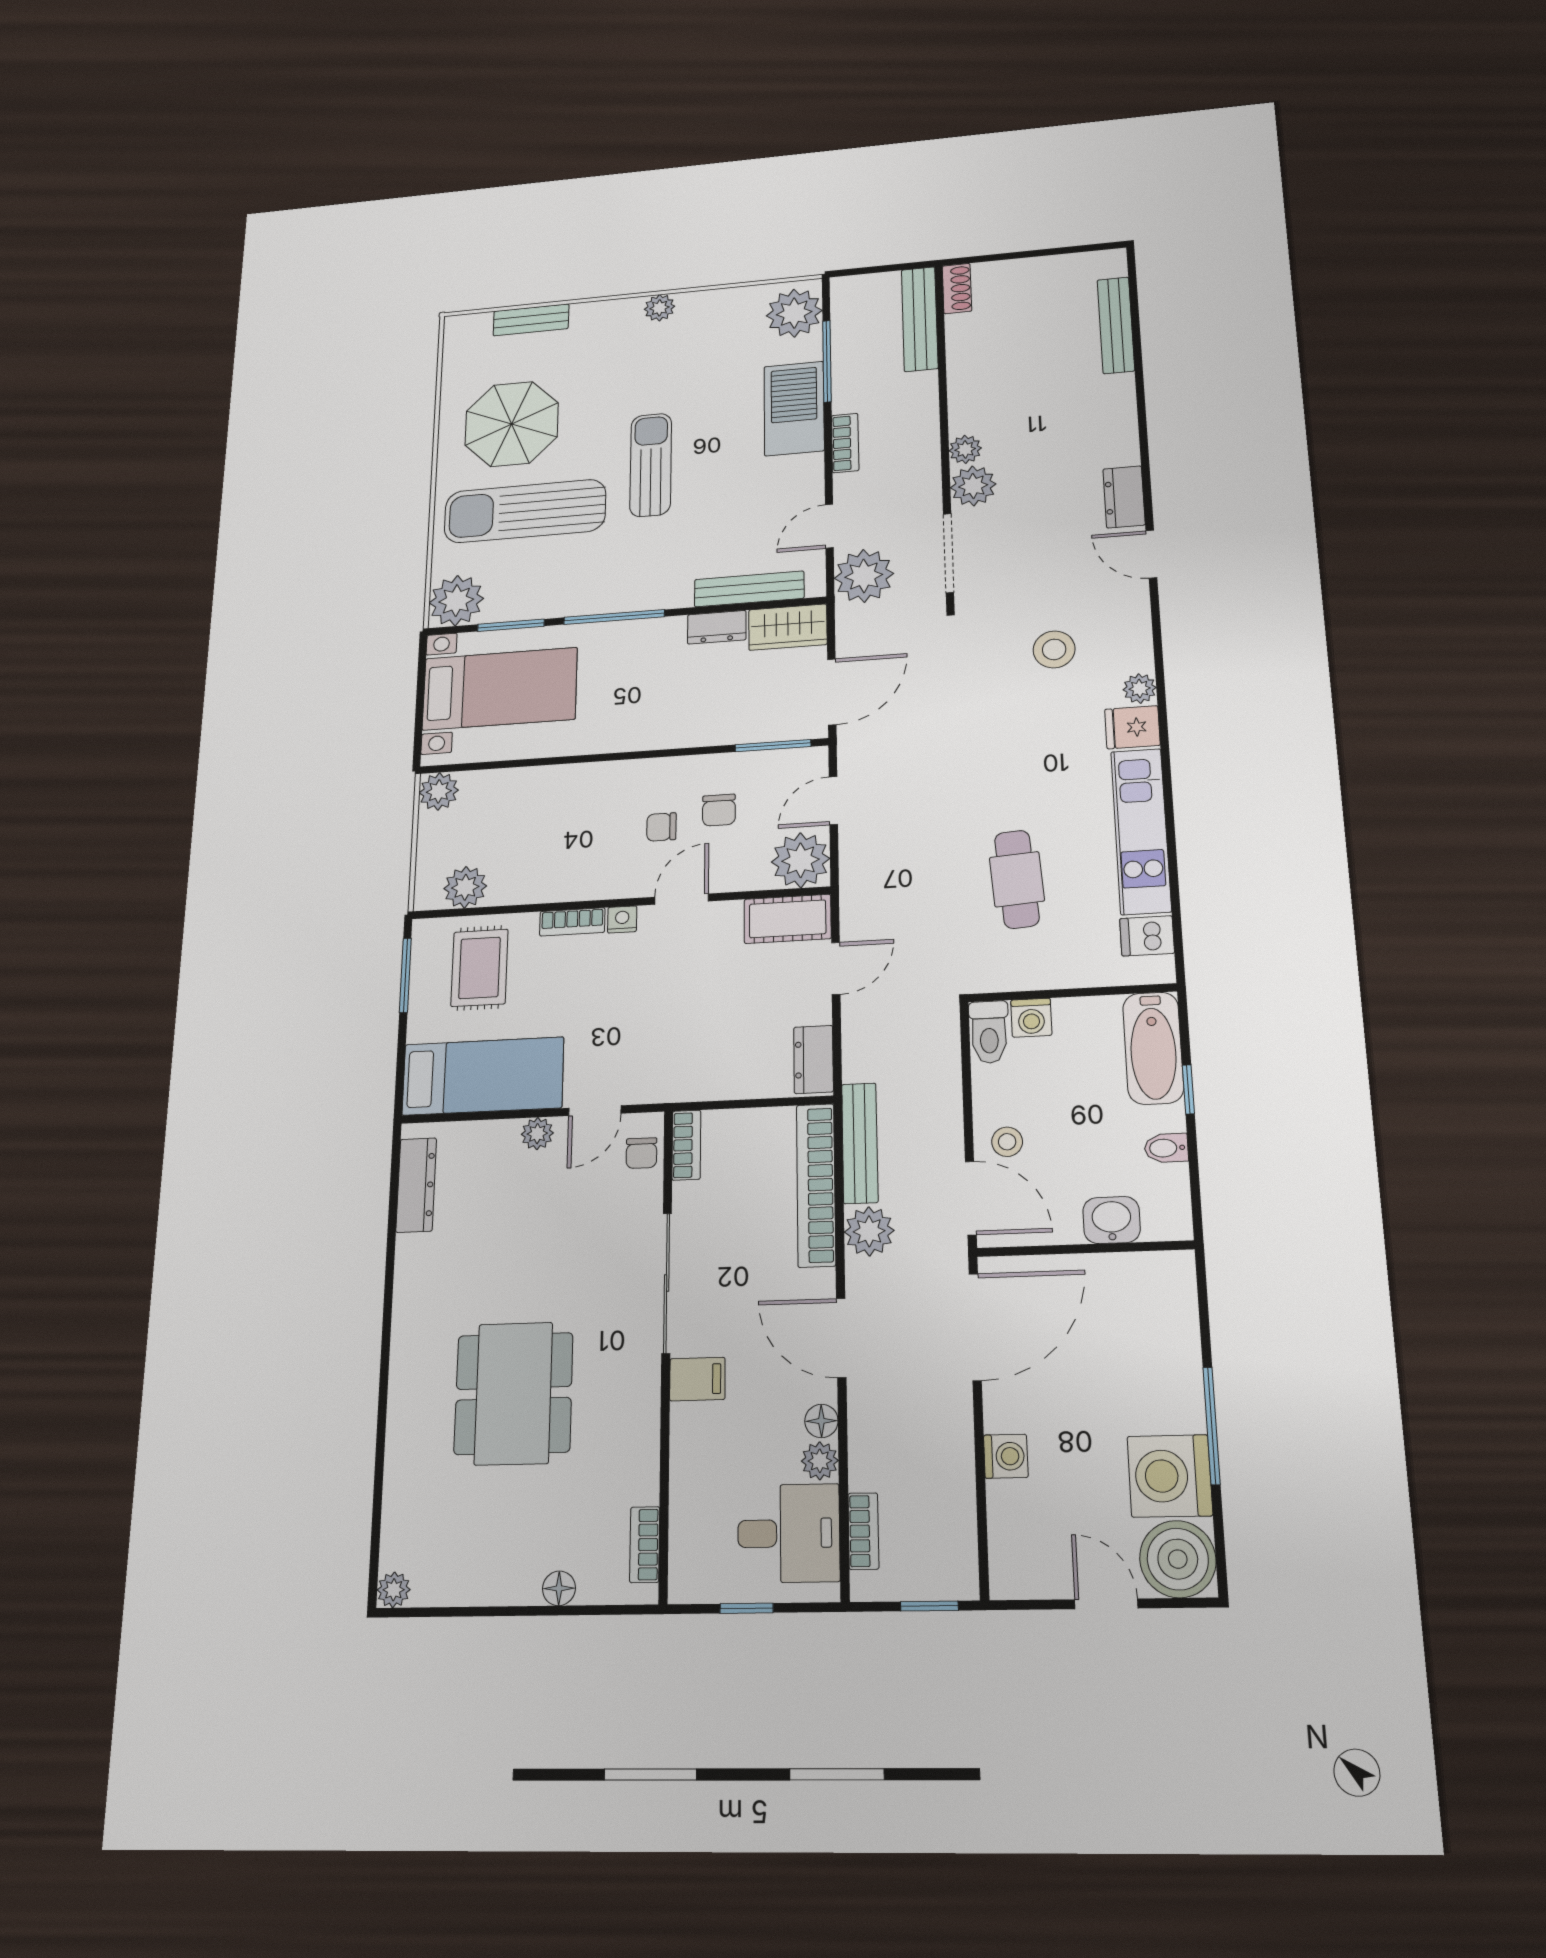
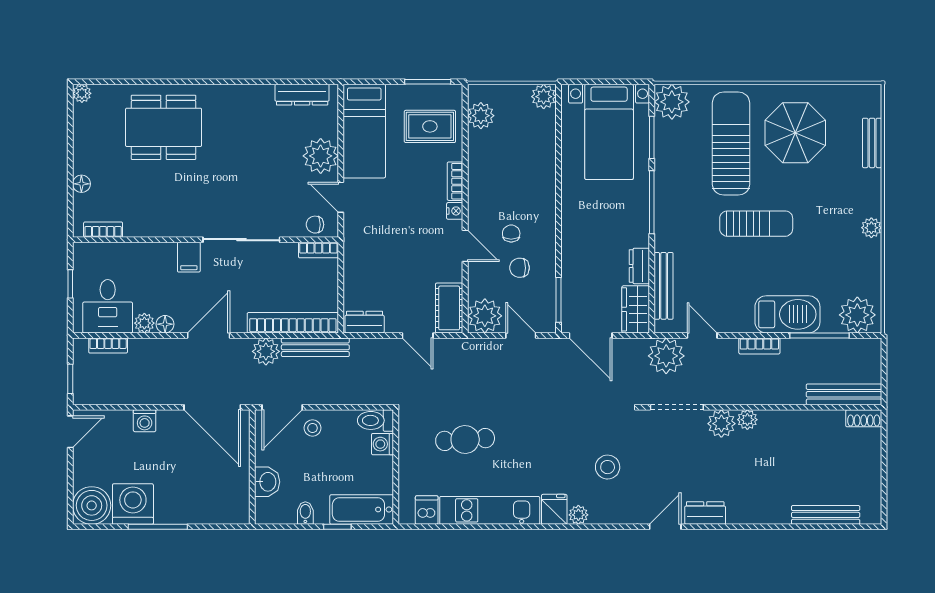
plant: (537, 1134) -> (321, 156), width x1.87, depth x1.87
dining table: (514, 1393) -> (164, 127), moved
door: (1106, 1604) -> (70, 432), moved

